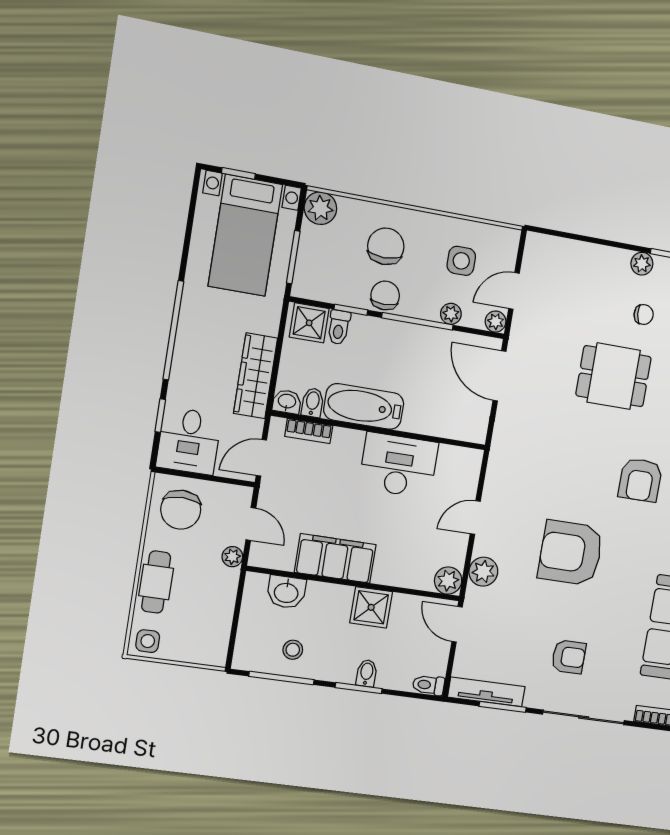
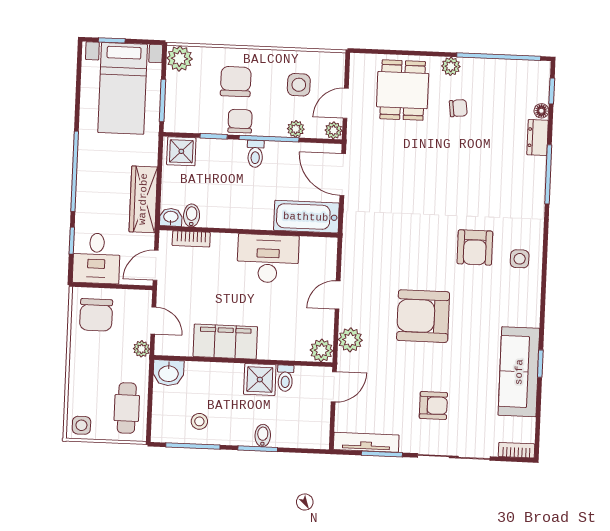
toilet: (339, 327) -> (255, 154), moved
dining table: (614, 376) -> (403, 90), moved, turned 90
bathtub: (364, 406) -> (306, 217), moved
cafe table: (156, 582) -> (127, 408), moved
washbasin: (286, 592) -> (168, 373), moved
door: (457, 624) -> (334, 387), swing flipped
toilet: (428, 685) -> (285, 378), moved, turned -90

